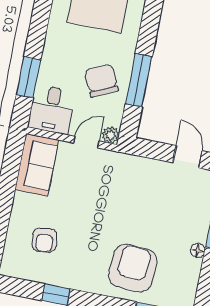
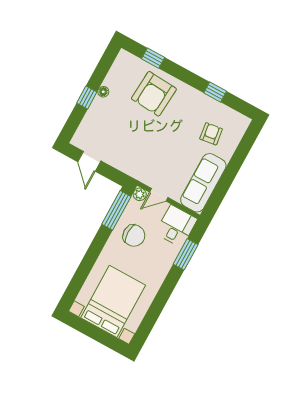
chair: (102, 80) -> (134, 236), turned -65
window: (139, 80) -> (116, 210), moved
sofa: (37, 165) -> (203, 183), width x1.36

